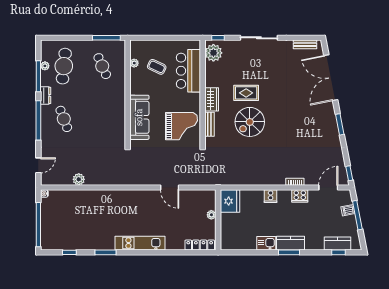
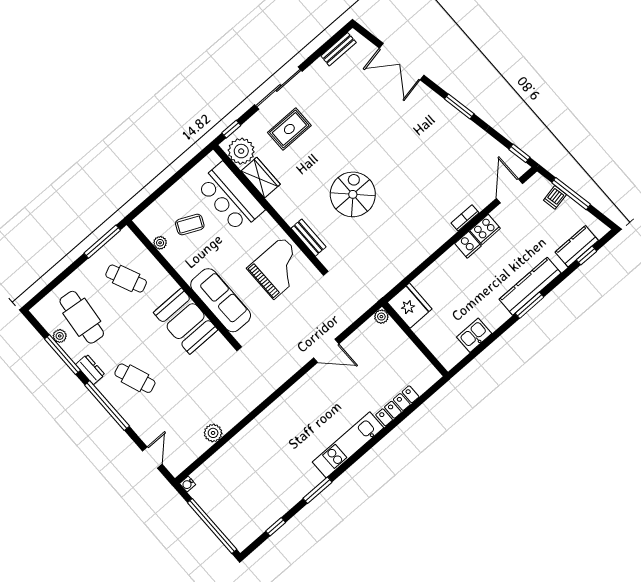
double door: (331, 78) -> (402, 62), width x0.73
rug: (246, 93) -> (289, 129), moved
wardrobe: (212, 99) -> (261, 178), moved
booth: (113, 113) -> (186, 321), added
spiral stairs: (250, 122) -> (353, 194), turned 180
cooker: (271, 196) -> (468, 245), moved
plant: (211, 215) -> (381, 317), moved
kitchen sink: (266, 243) -> (474, 335), moved
kitchen counter: (290, 243) -> (530, 286), width x1.50
locker: (200, 245) -> (397, 406), moved

